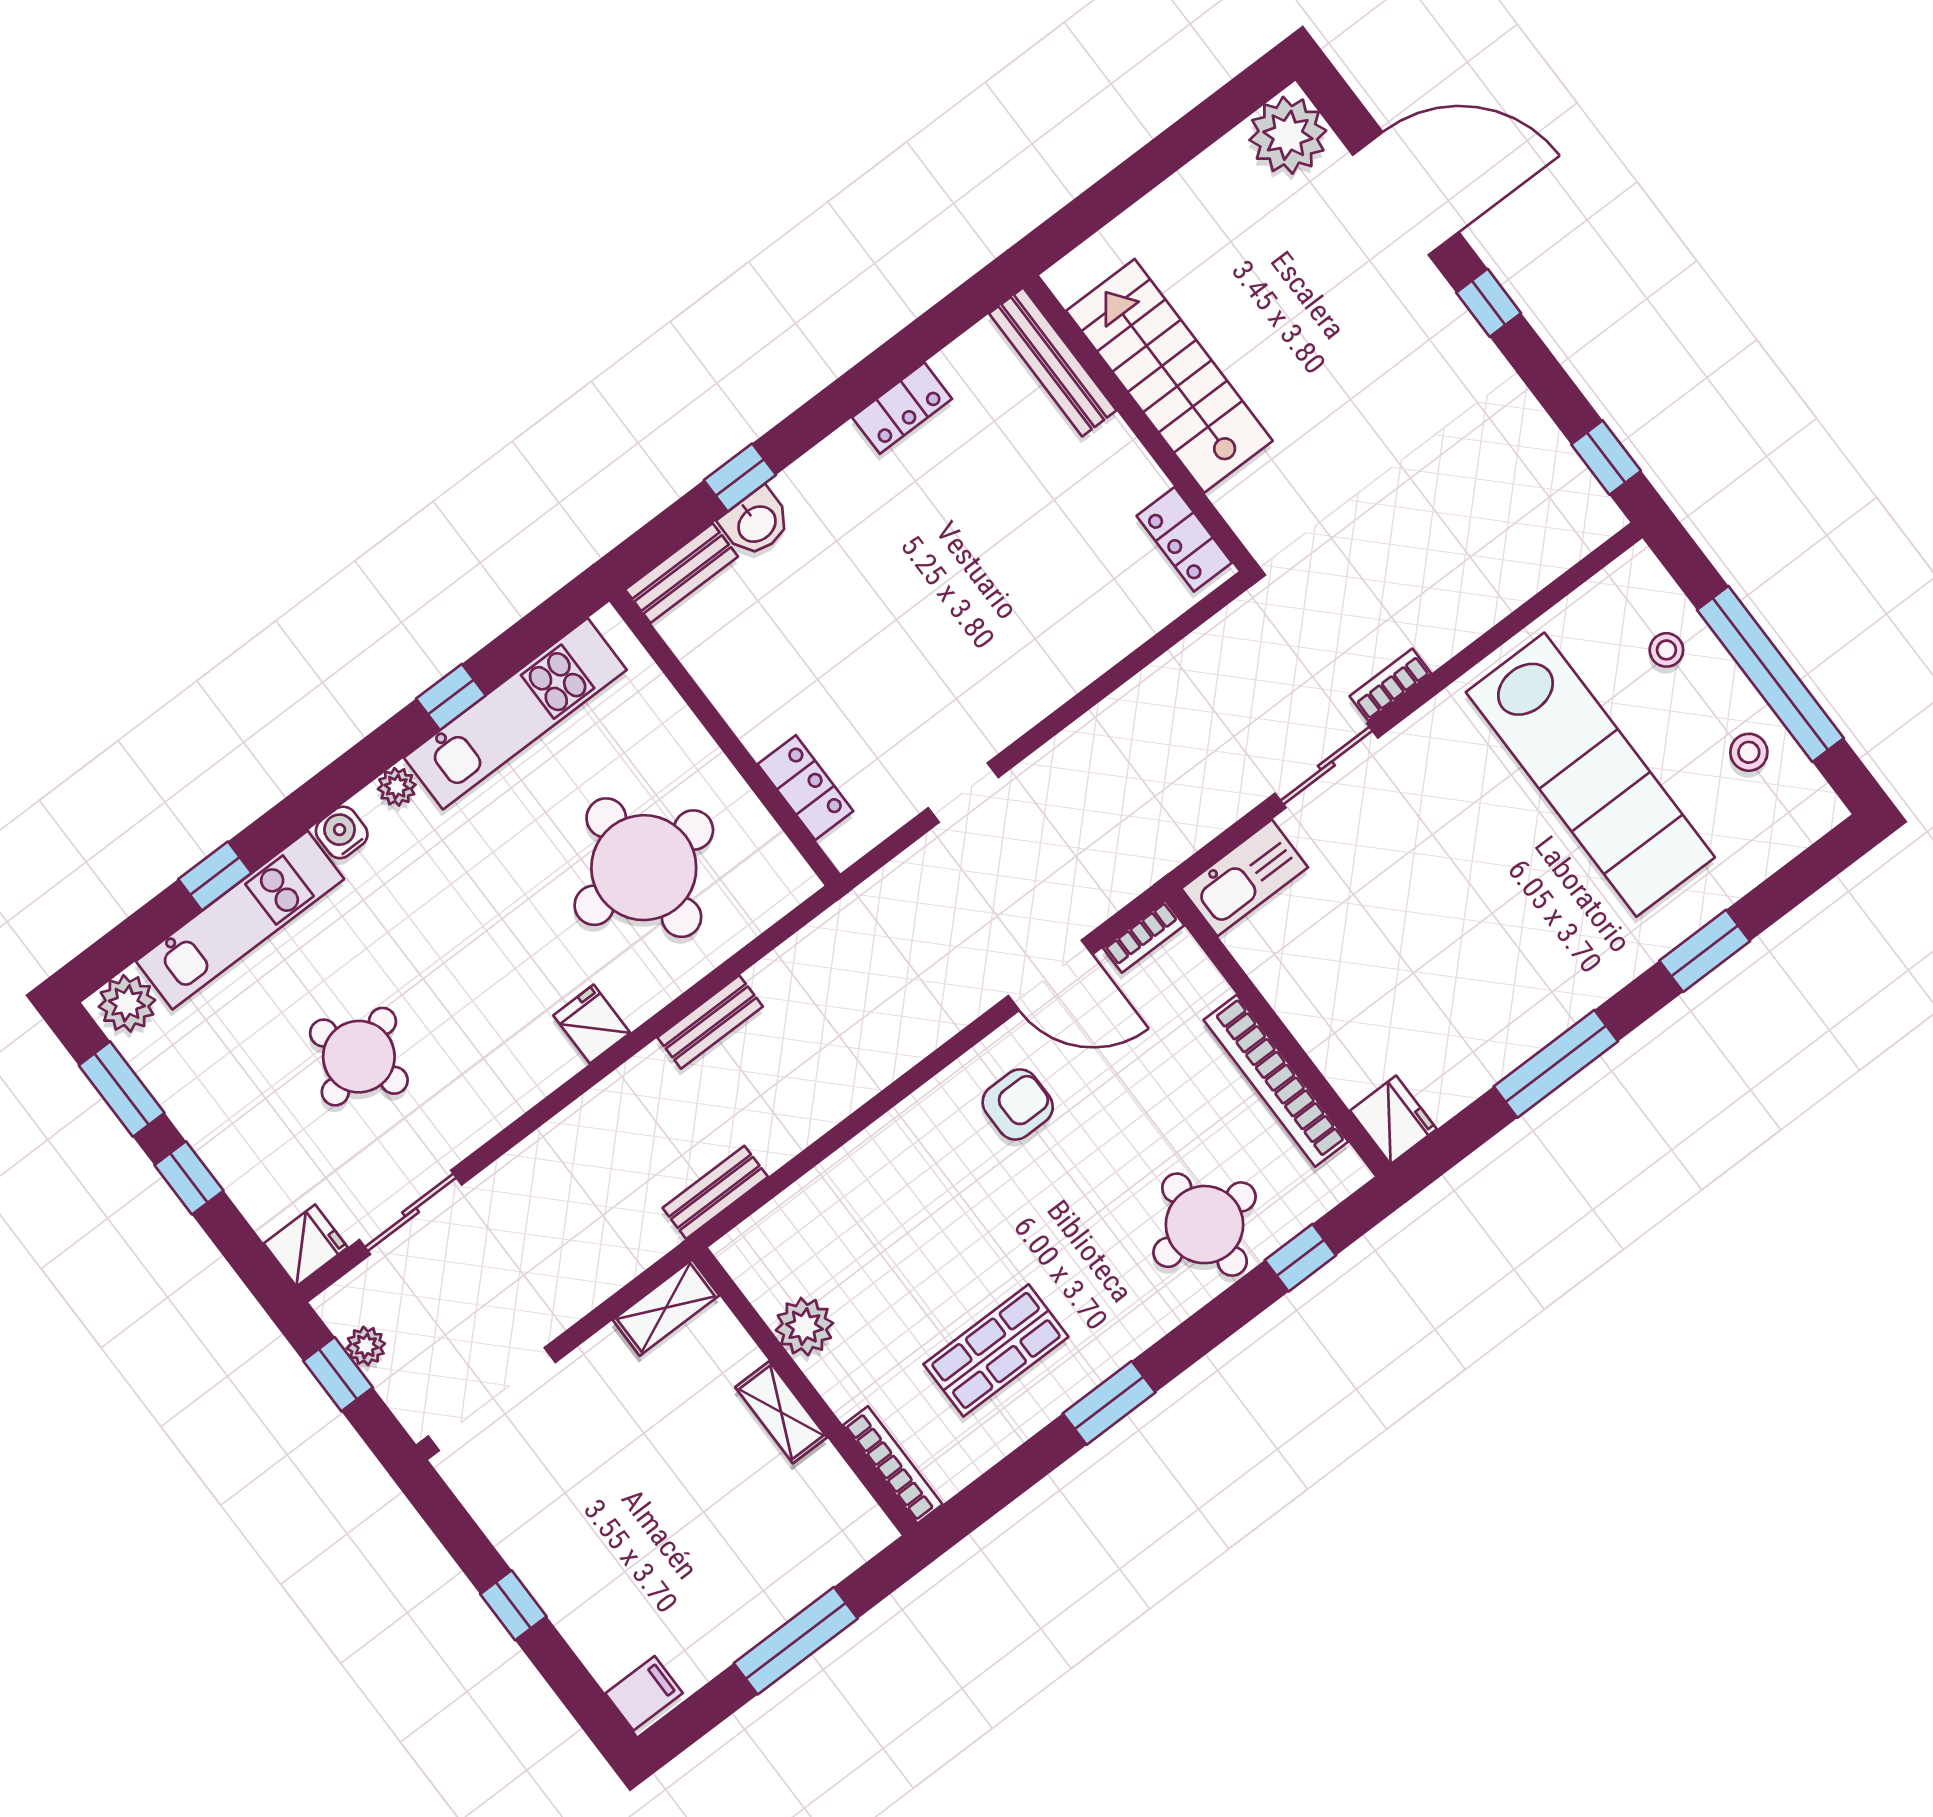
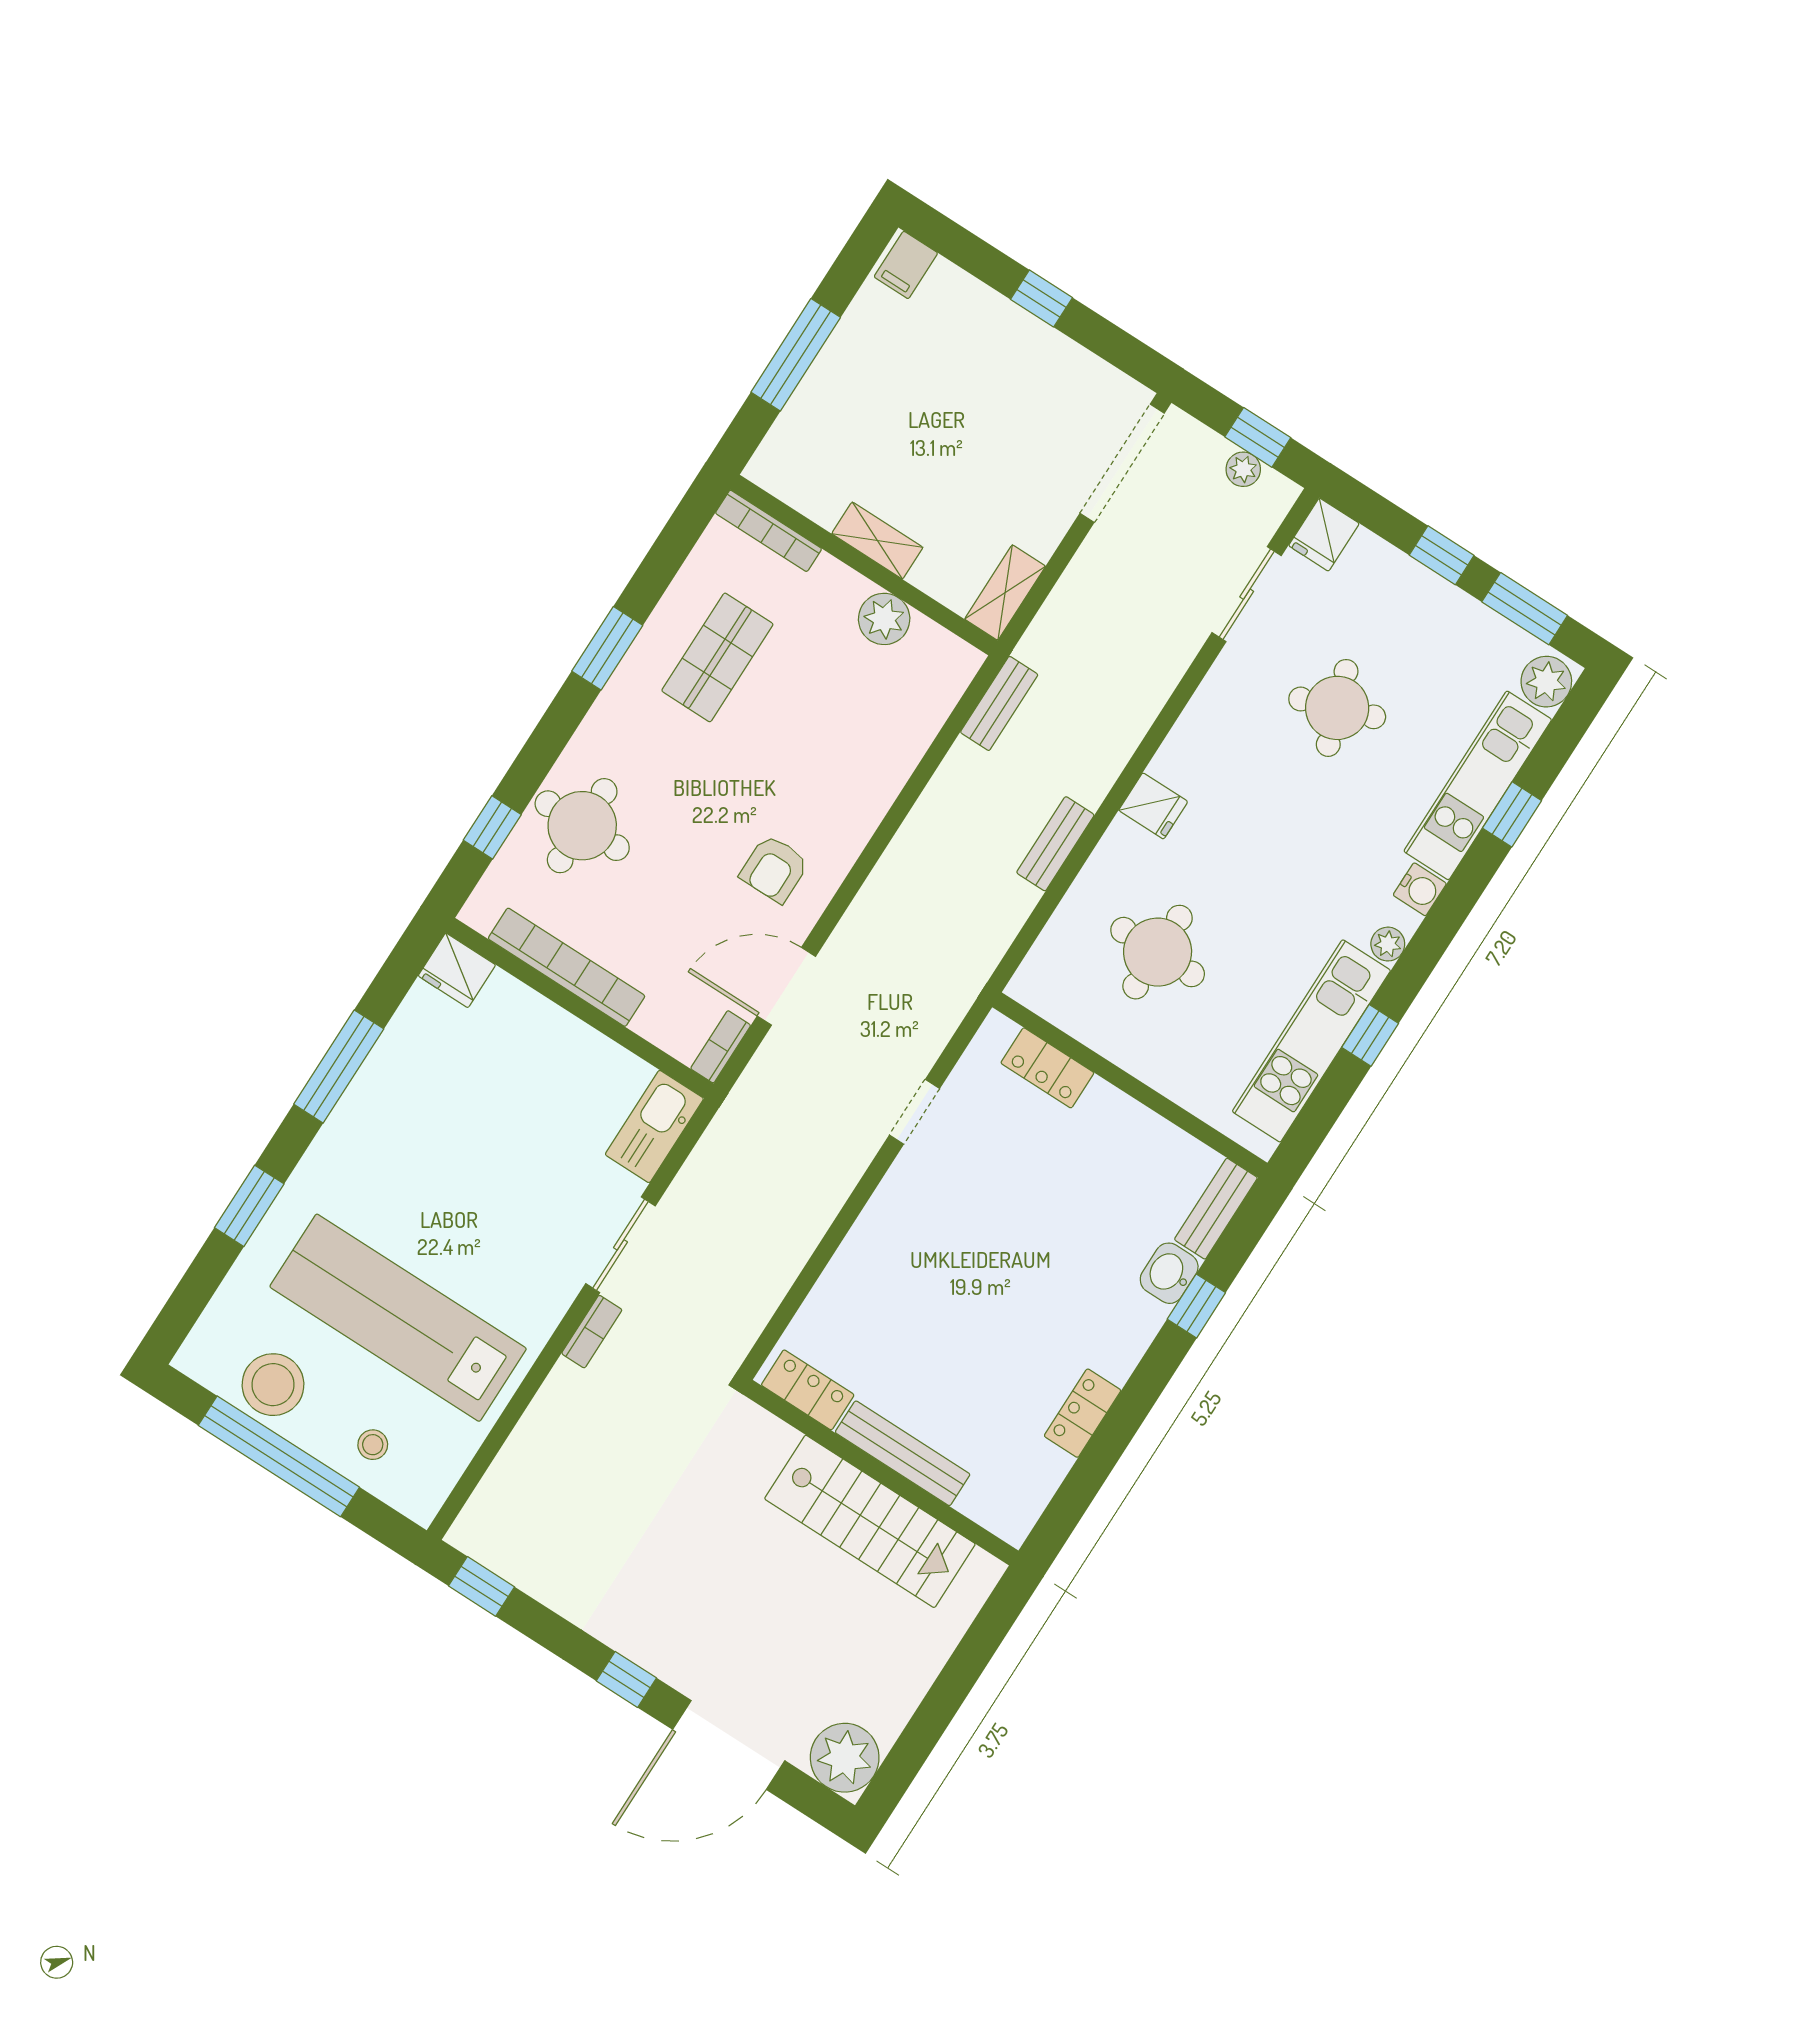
bench: (1053, 362) -> (903, 1453), moved
stool: (1749, 752) -> (273, 1385), width x1.89, depth x1.89
round table: (644, 868) -> (1158, 952), width x0.73, depth x0.73

